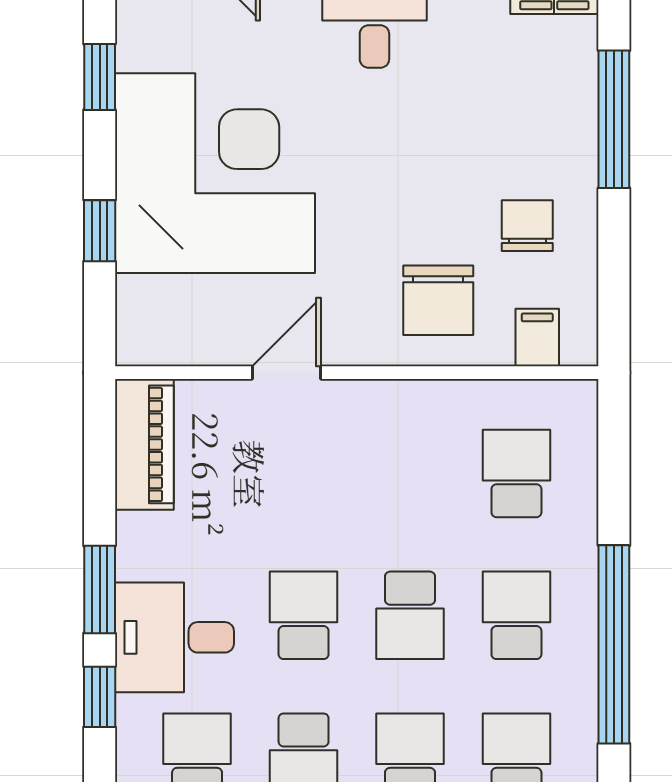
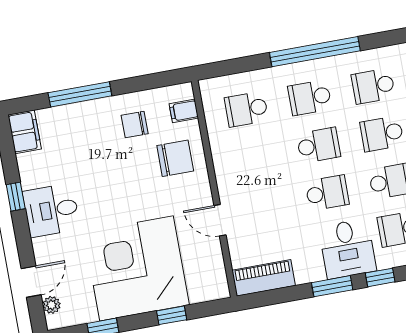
school desk: (304, 615) -> (327, 193), turned 180

